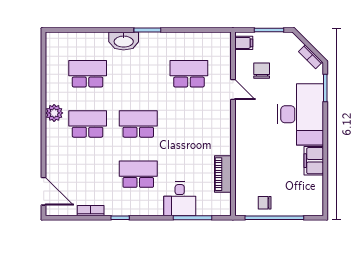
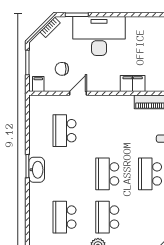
washbasin: (124, 41) -> (37, 170), moved
filing cabinet: (314, 161) -> (133, 84), moved, turned 180

